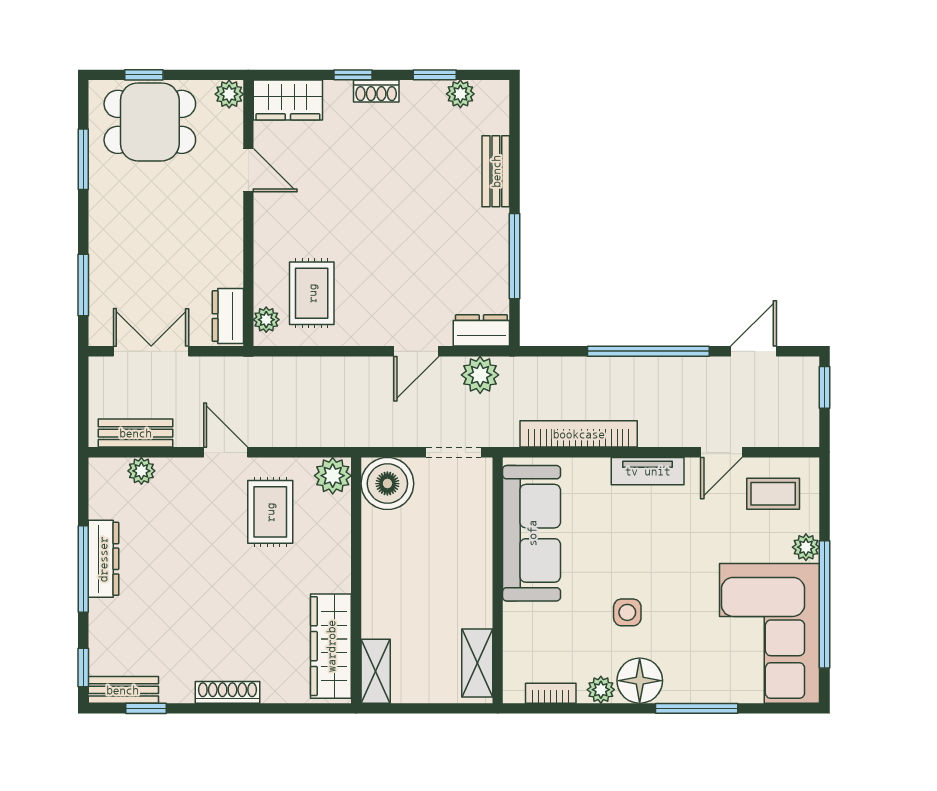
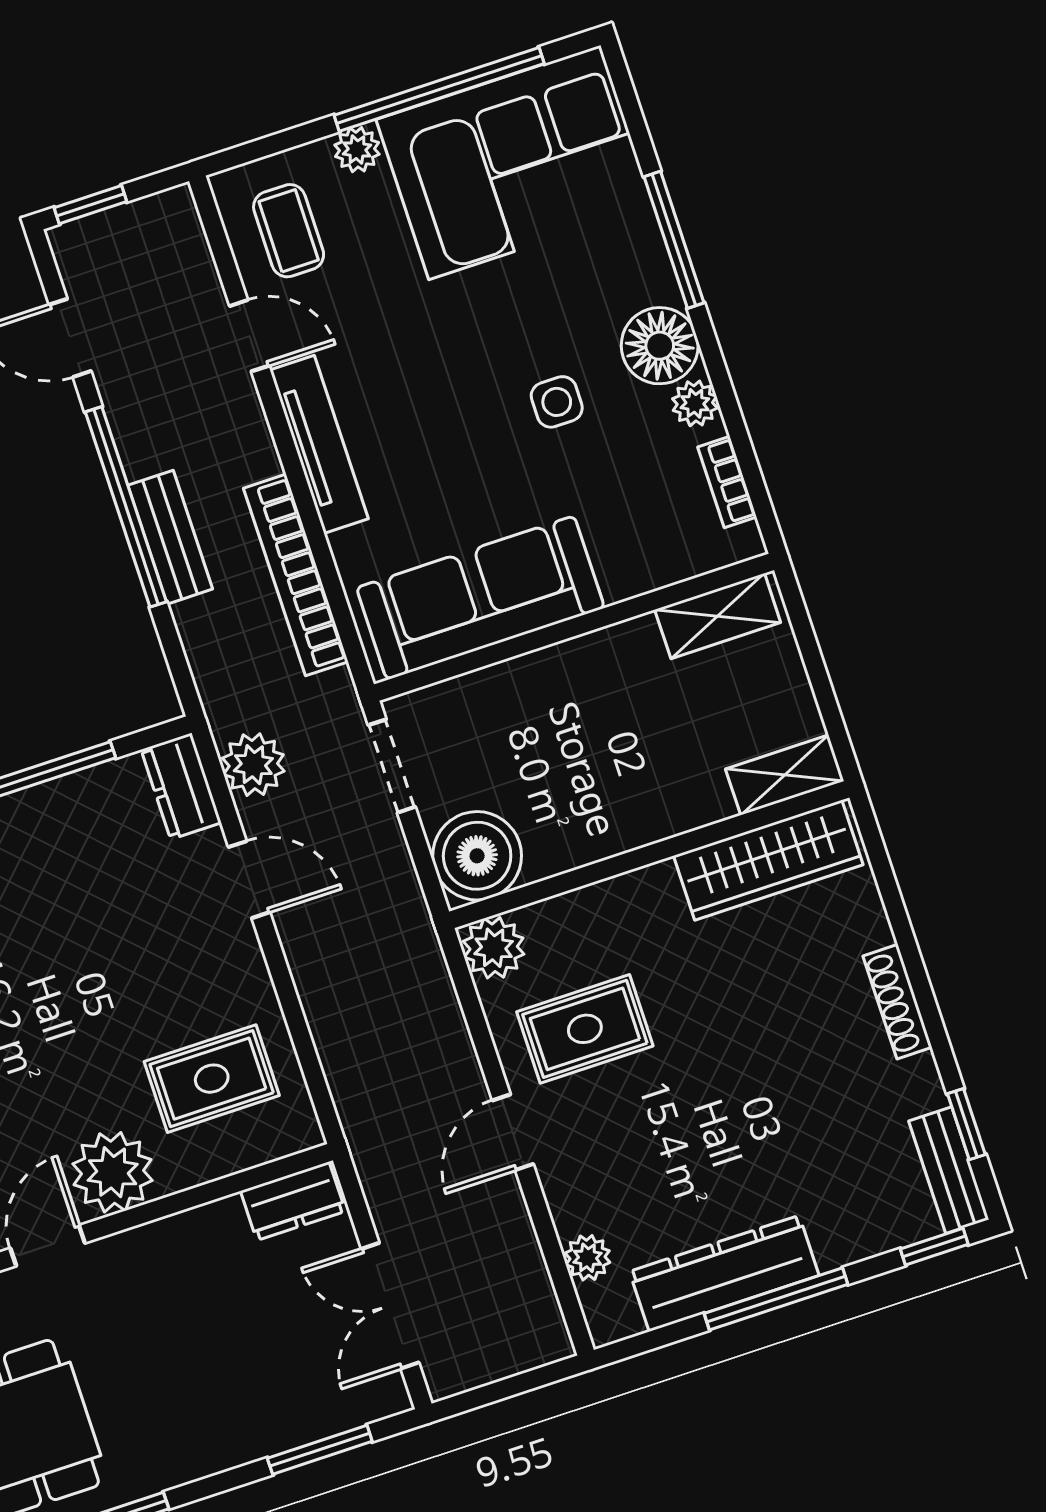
plant: (266, 320) -> (113, 1172), moved, width x1.88, depth x1.88
bench: (136, 433) -> (170, 537), moved
tv unit: (648, 471) -> (319, 444), width x1.41
dresser: (103, 559) -> (724, 1273), width x1.37, depth x1.24

